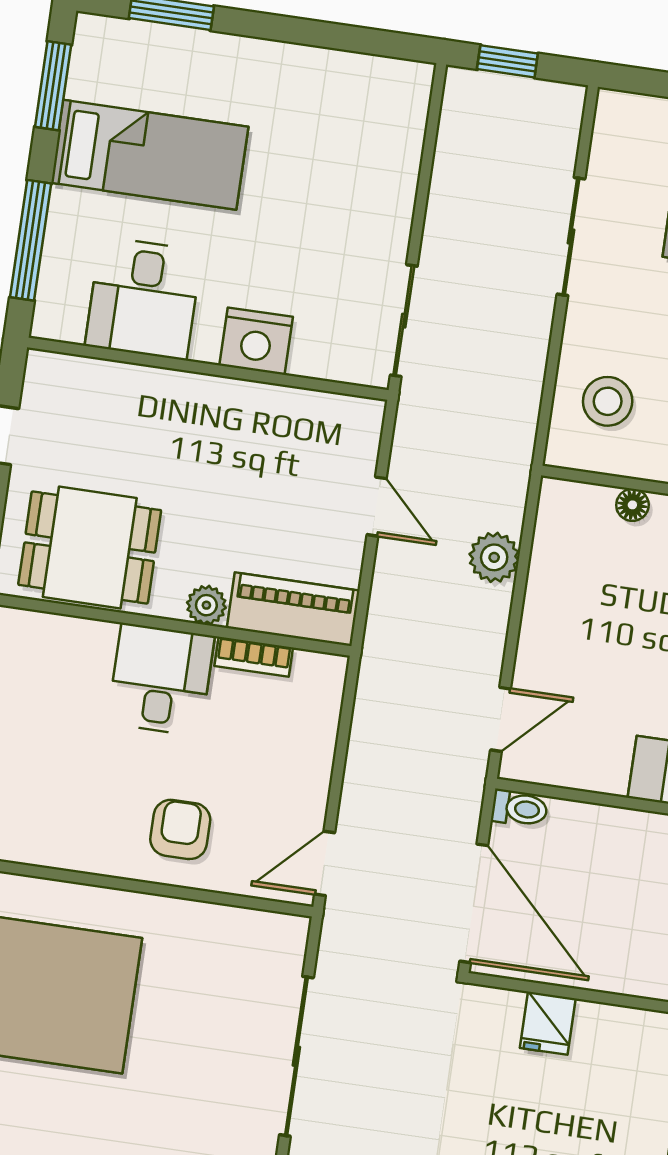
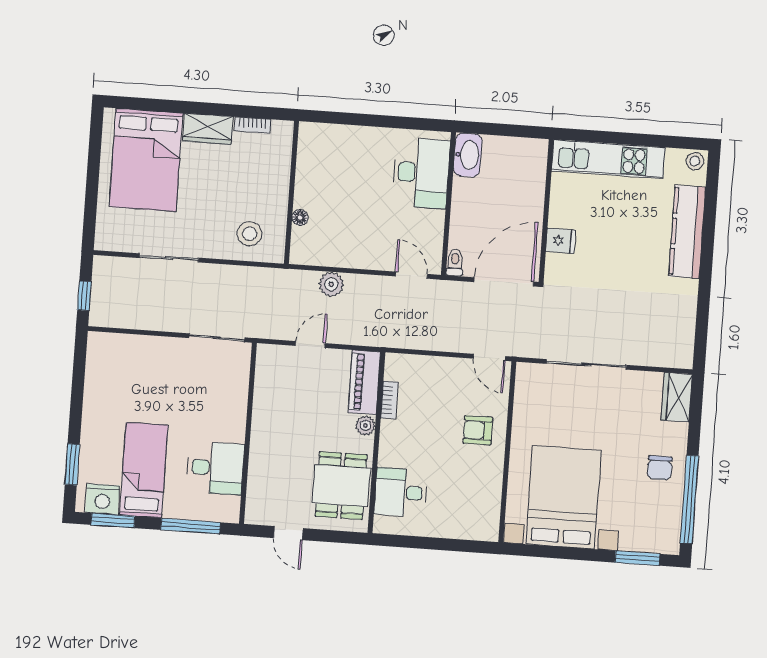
nightstand: (256, 341) -> (102, 499), moved, turned 90
desk: (161, 680) -> (401, 492), moved

